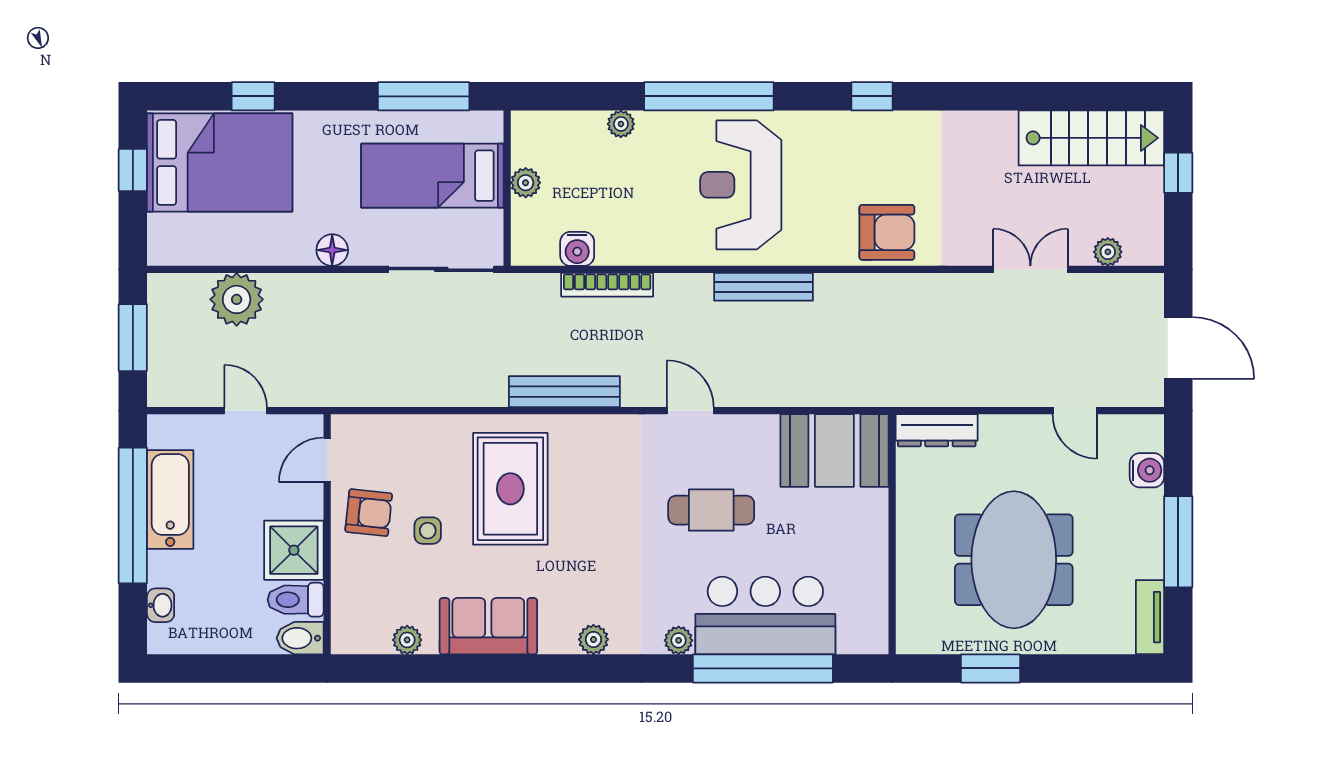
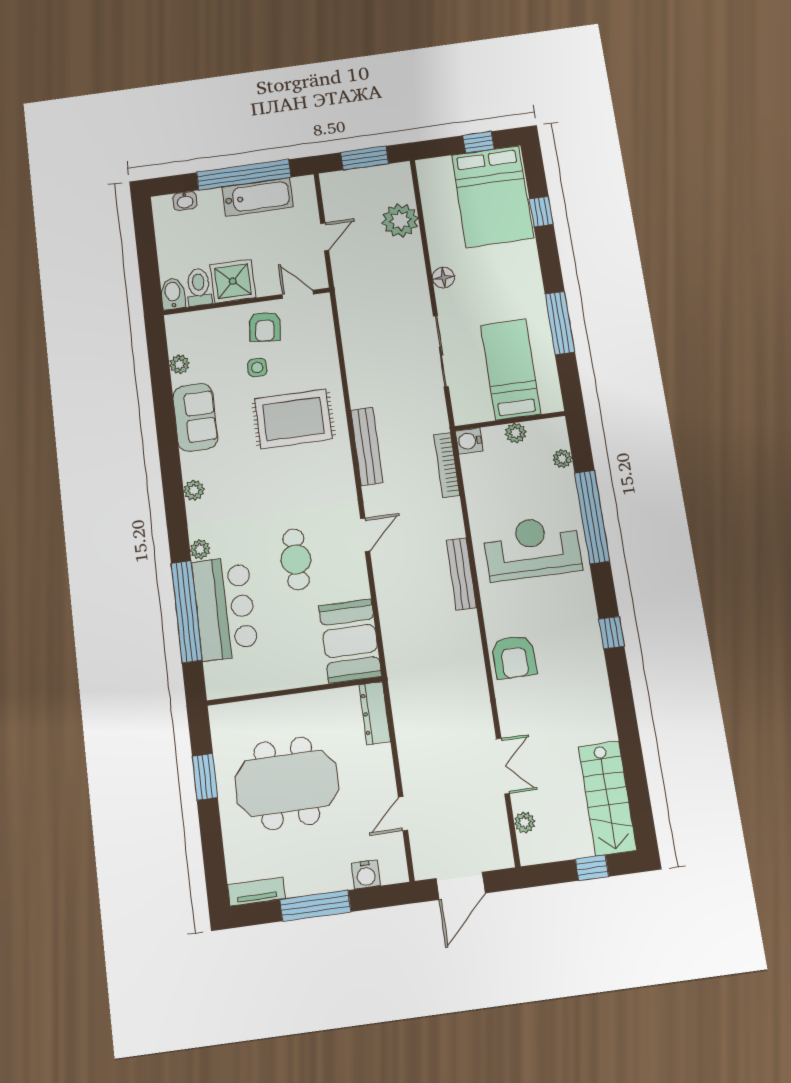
bed: (432, 176) -> (511, 369), moved
plant: (526, 183) -> (516, 433), moved
wall: (507, 188) -> (510, 421), moved

